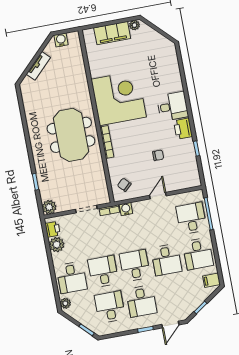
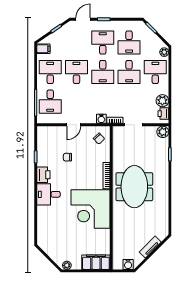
filing cabinet: (112, 33) -> (96, 262), moved

